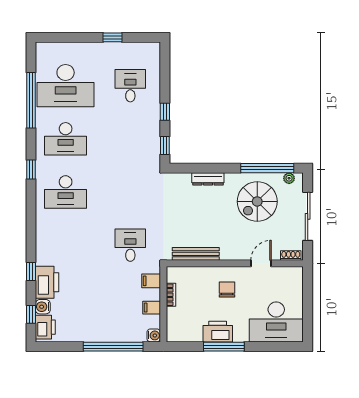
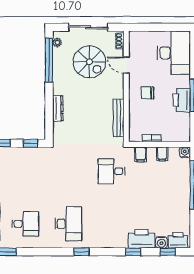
desk: (66, 139) -> (25, 224), width x0.73
window: (31, 170) -> (81, 252), moved
spiral stairs: (257, 201) -> (89, 62), moved

